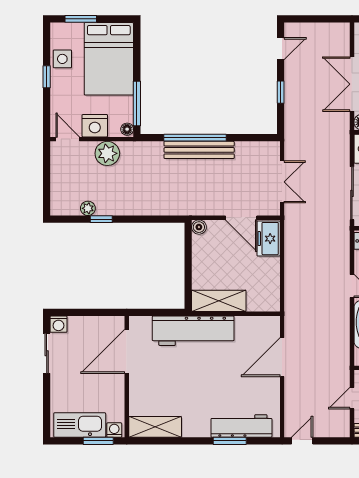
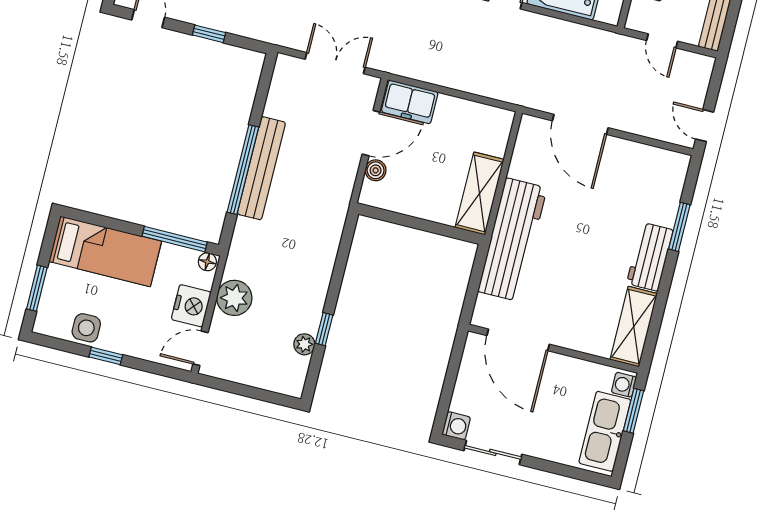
bed: (109, 59) -> (105, 251), width x0.67
boiler: (199, 227) -> (376, 170), moved
workbench: (241, 426) -> (650, 257), moved, width x0.73

